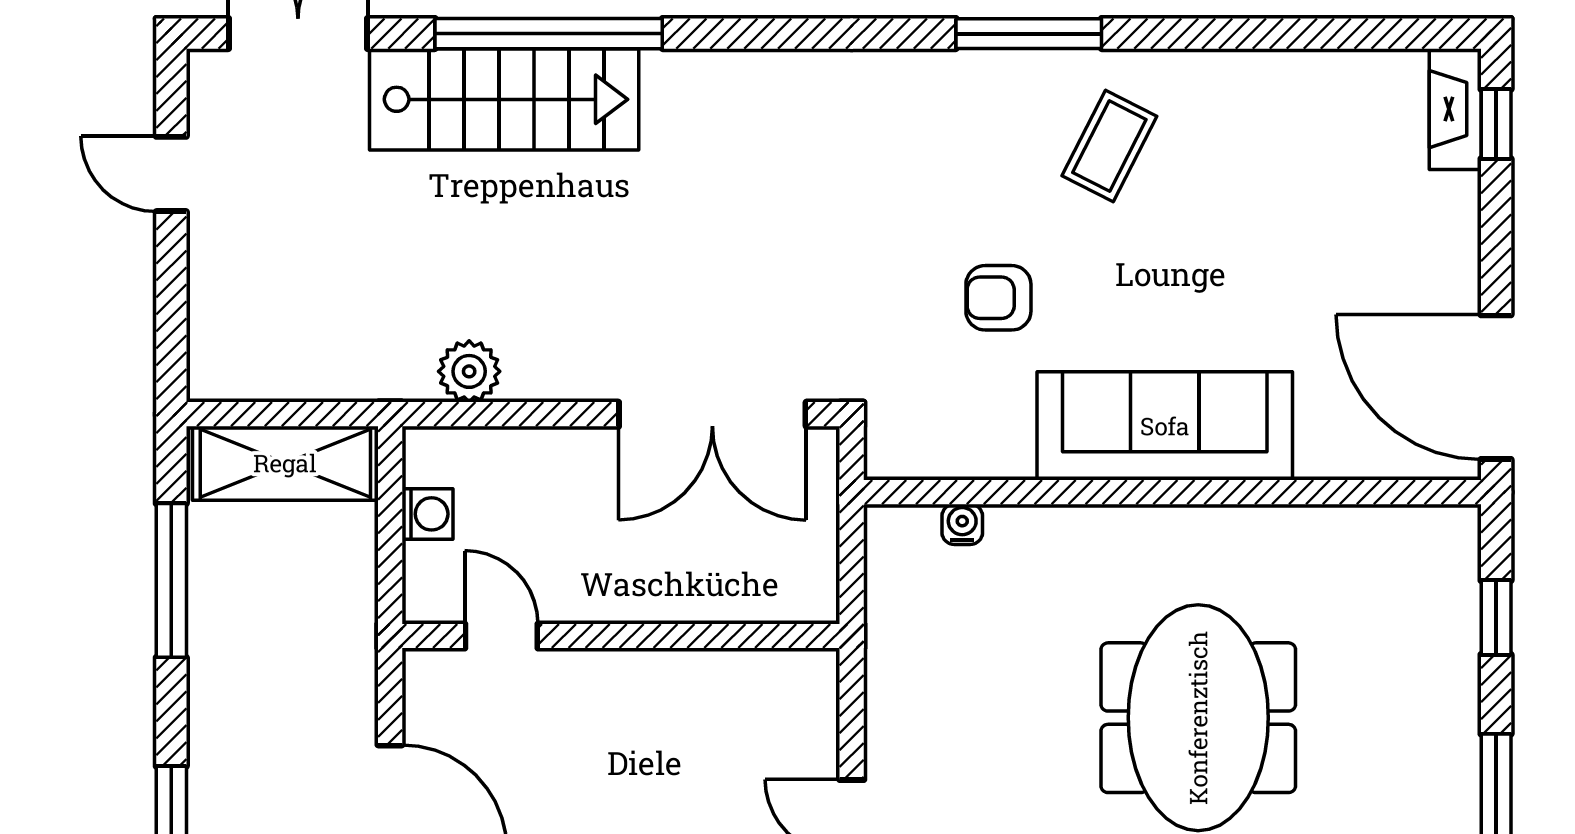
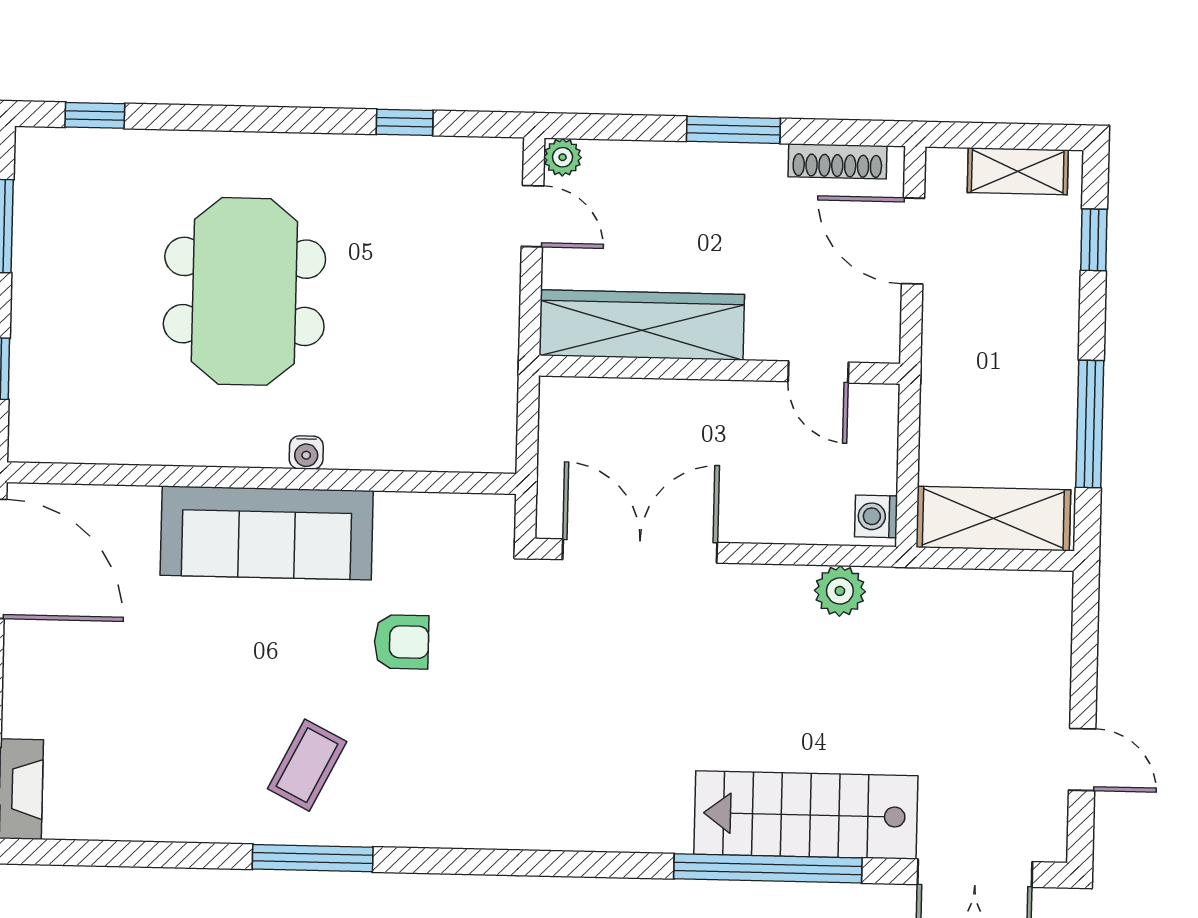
window: (1029, 34) -> (313, 858), moved
washing machine: (427, 514) -> (876, 516), moved
water cooler: (962, 524) -> (306, 453), moved
wardrobe: (716, 688) -> (642, 325), added

